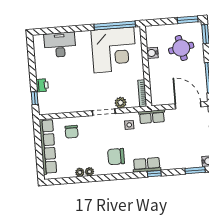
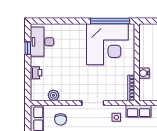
desk: (60, 45) -> (42, 42), moved, turned -90
water cooler: (152, 53) -> (144, 73), moved
window: (35, 98) -> (28, 48), moved
plant: (121, 103) -> (53, 95), moved

